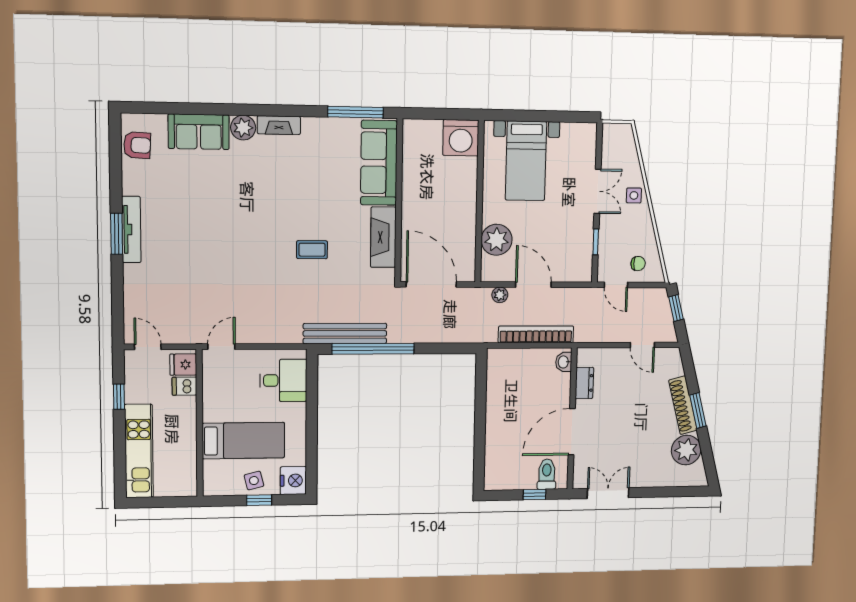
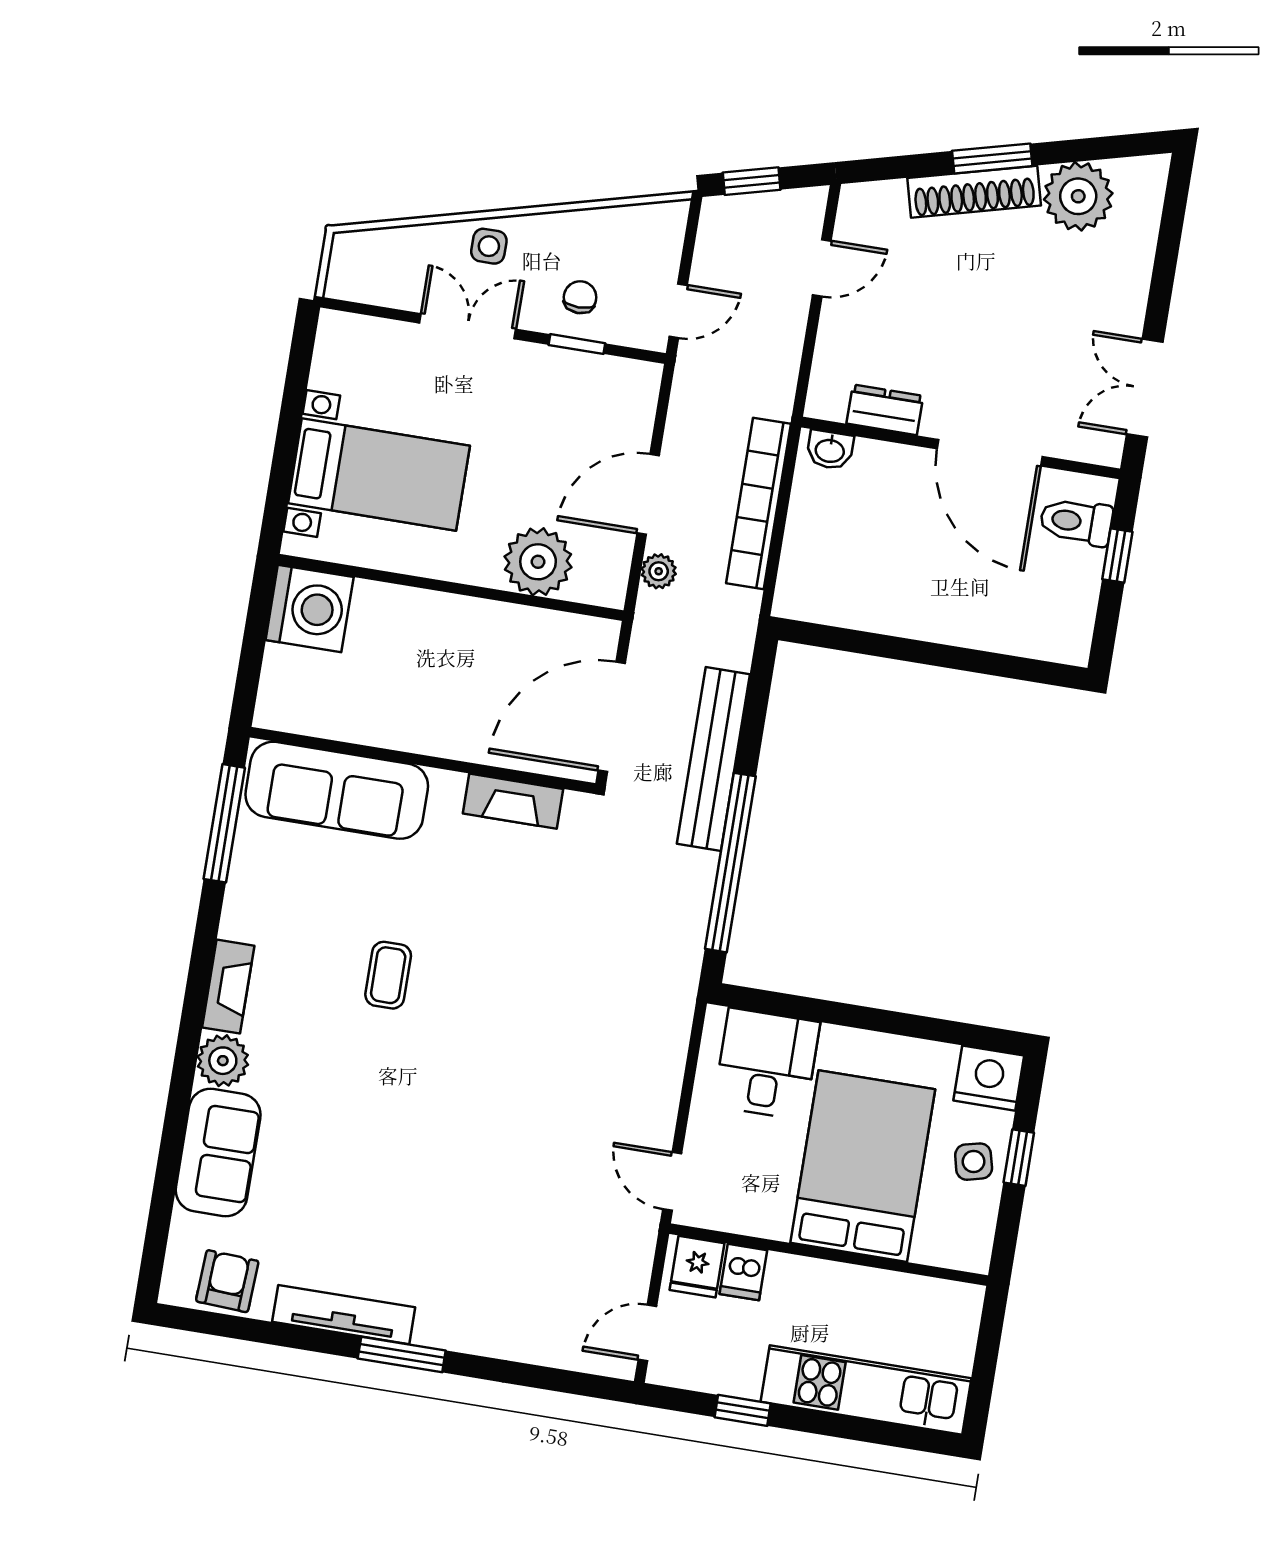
tv unit: (131, 229) -> (344, 1315), moved
fireplace: (383, 237) -> (513, 801), width x0.73, depth x0.76
coffee table: (312, 250) -> (388, 975), moved
chair: (638, 264) -> (580, 297), moved
bench: (345, 333) -> (713, 759), moved
bed: (243, 441) -> (863, 1166), width x1.50

